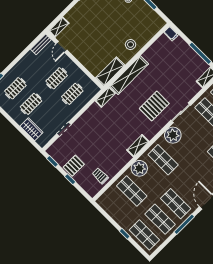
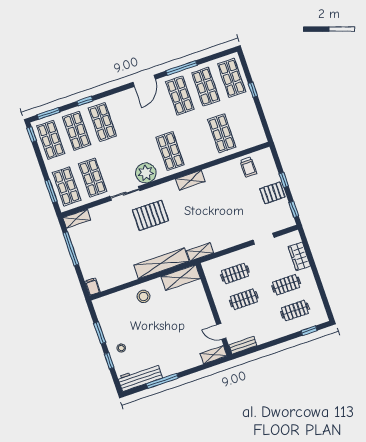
door: (61, 47) -> (221, 331), swing flipped
plant: (139, 168) -> (201, 154), removed

